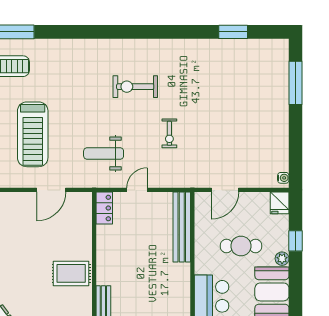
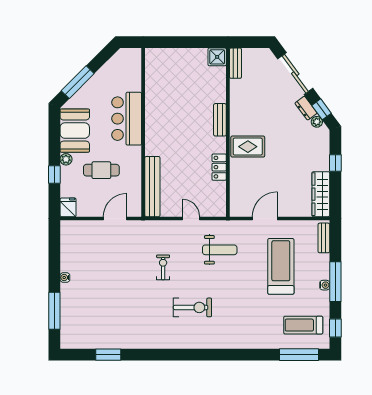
water cooler: (283, 178) -> (65, 277), moved
door: (137, 190) -> (191, 219), swing flipped
locker: (104, 208) -> (219, 167), moved

